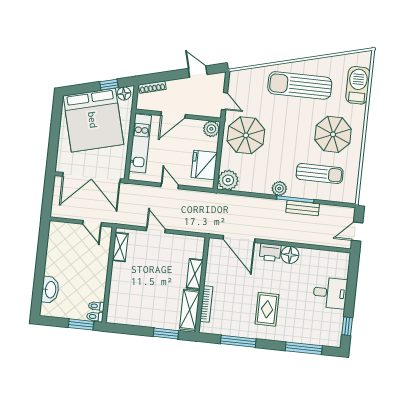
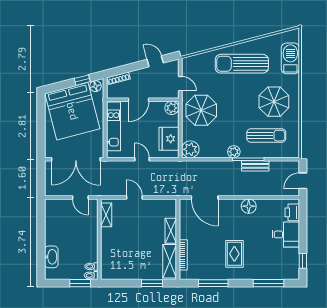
printer: (270, 252) -> (292, 212), moved, turned 90

